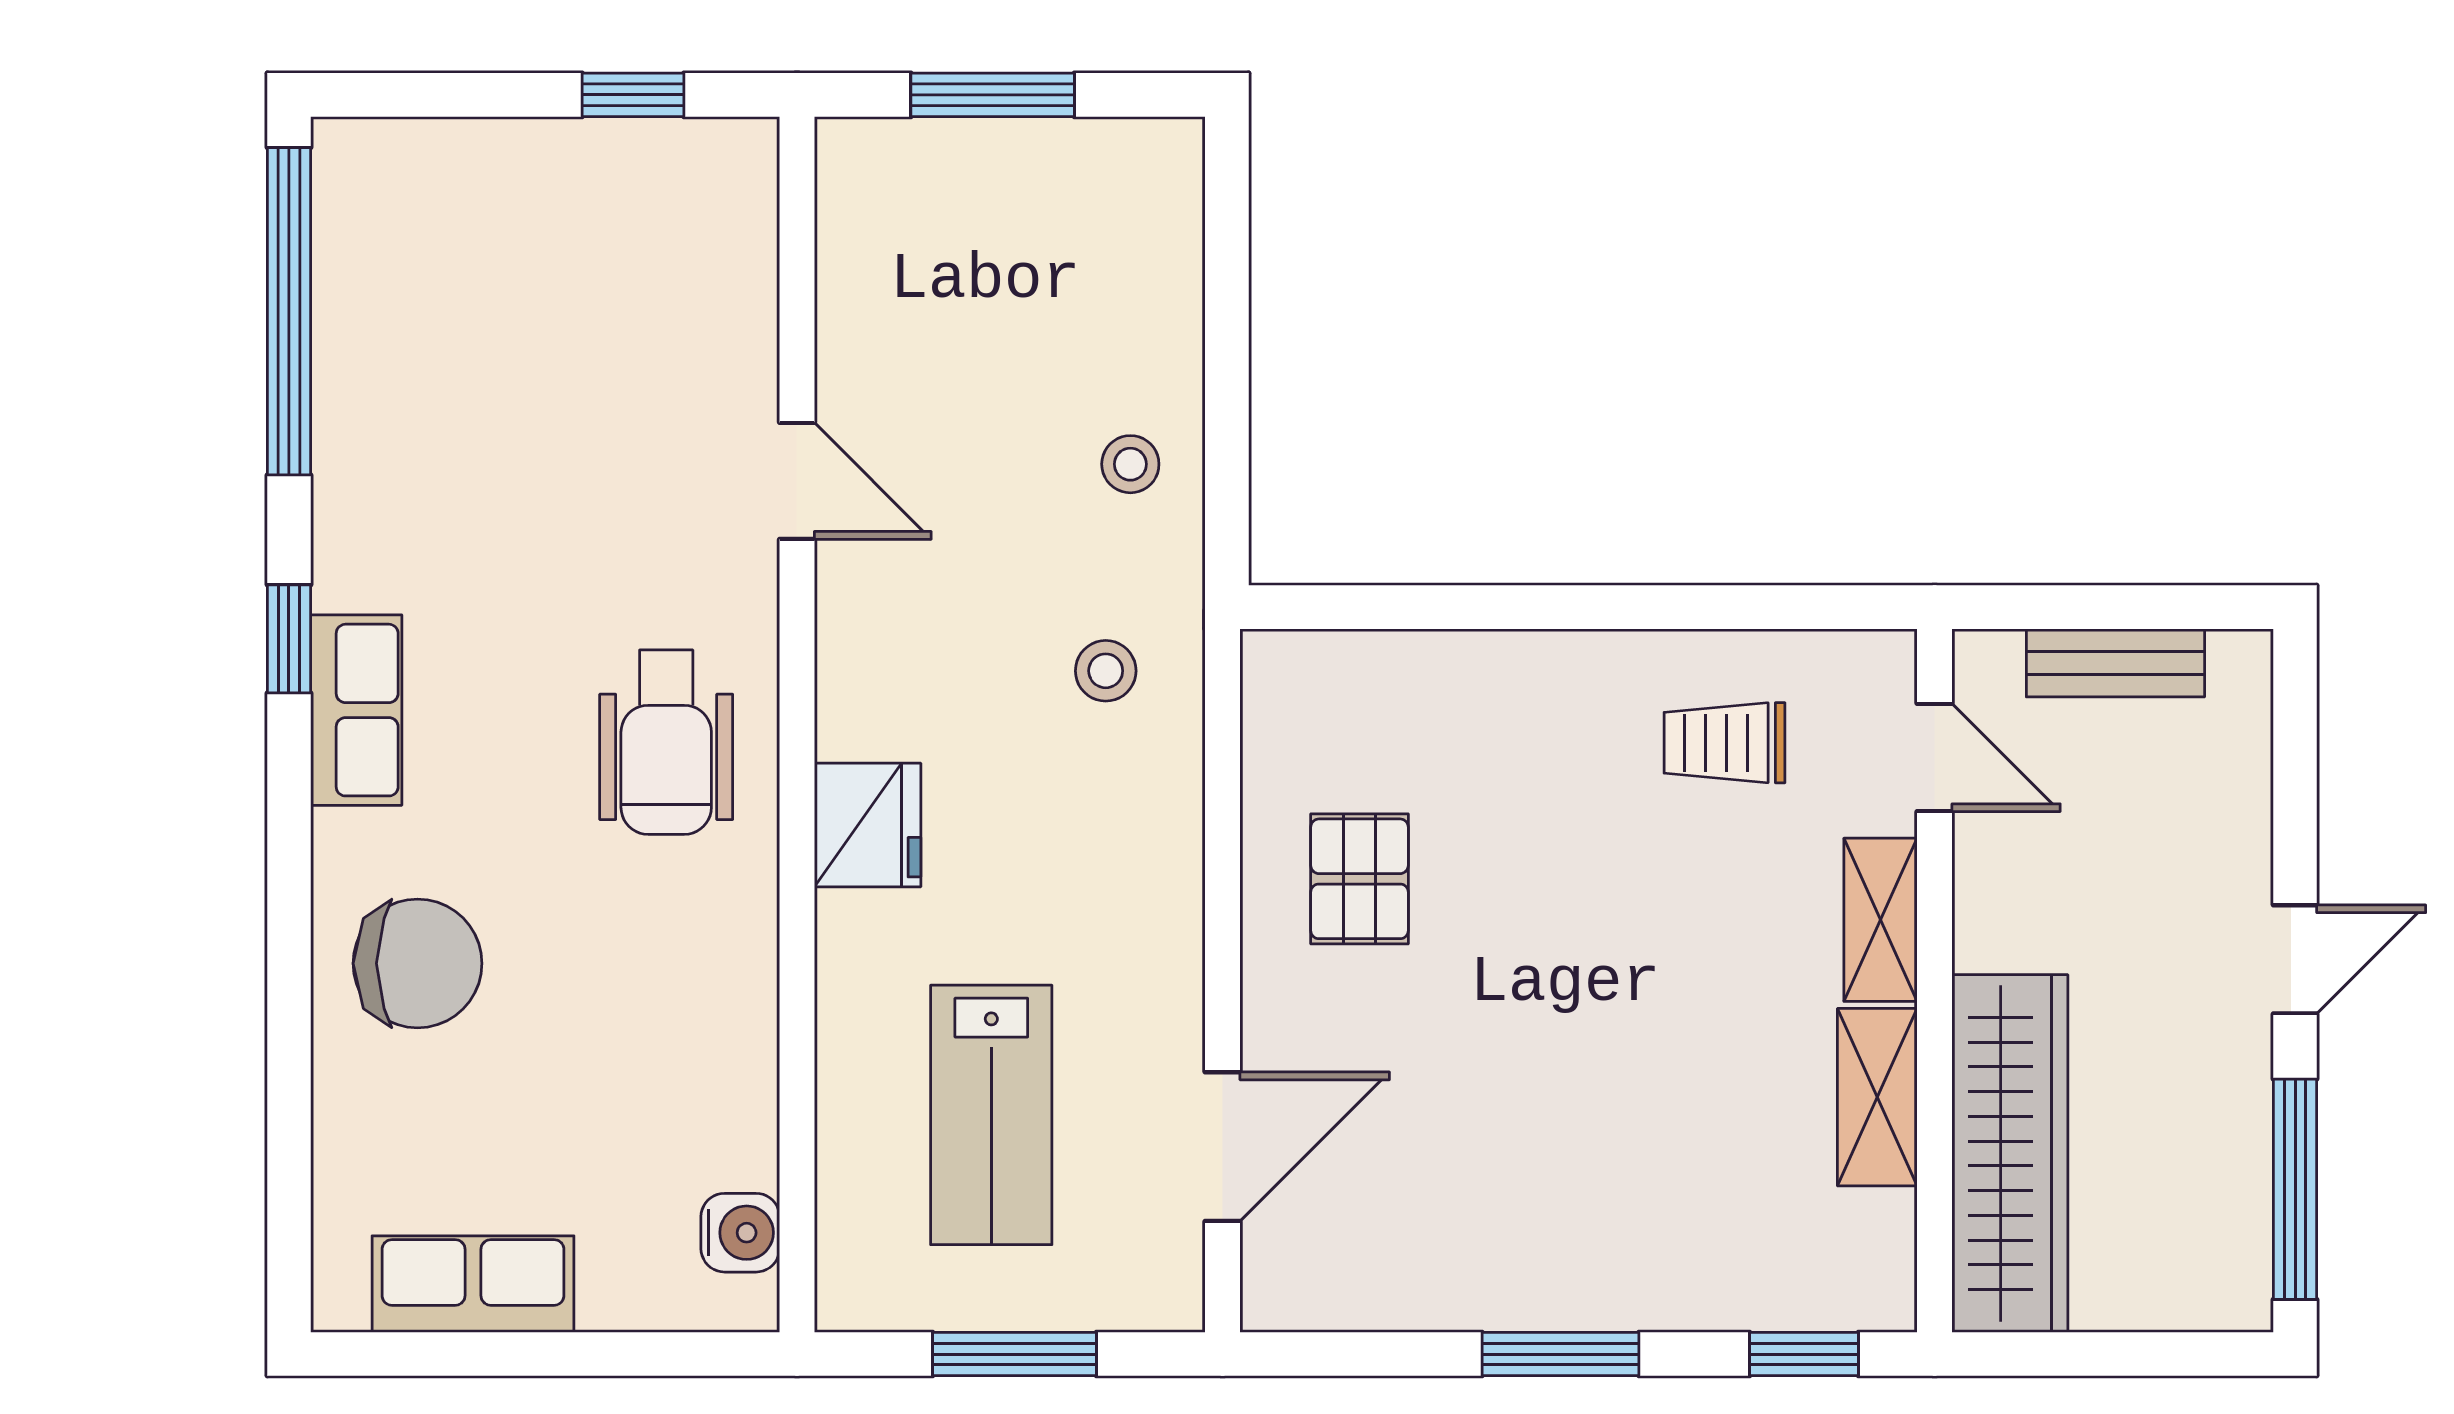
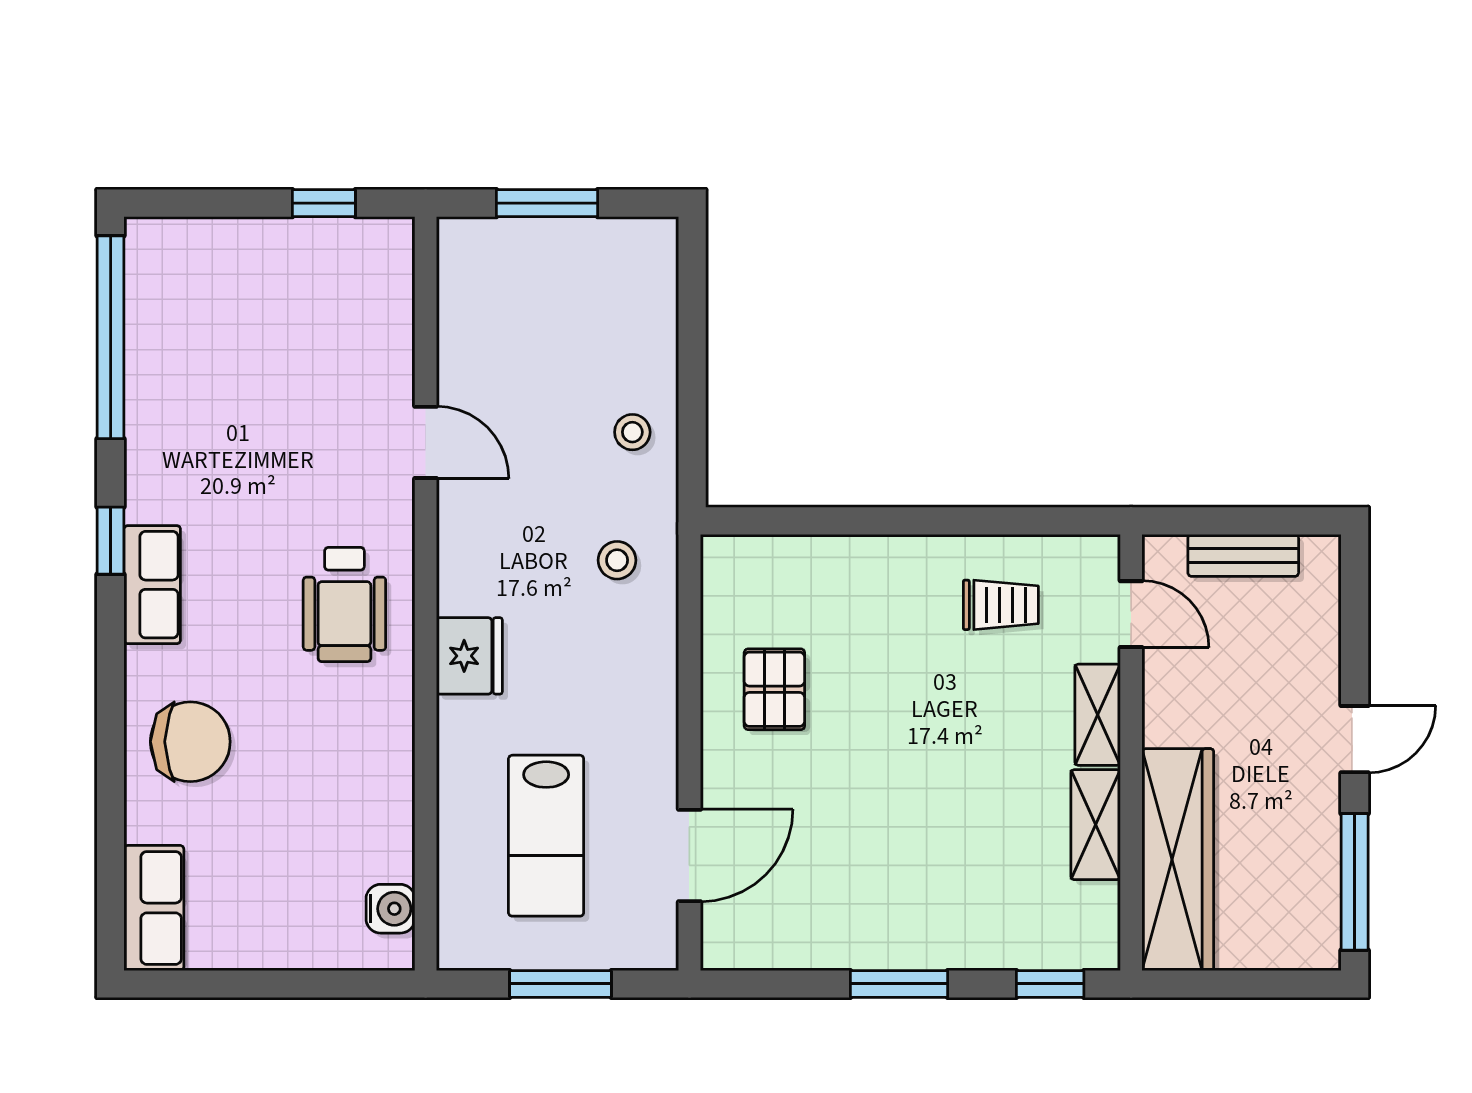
trolley: (1725, 743) -> (1001, 605), turned 180
row of seats: (473, 1284) -> (154, 908), moved, turned 90

